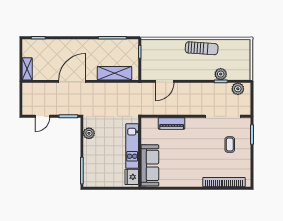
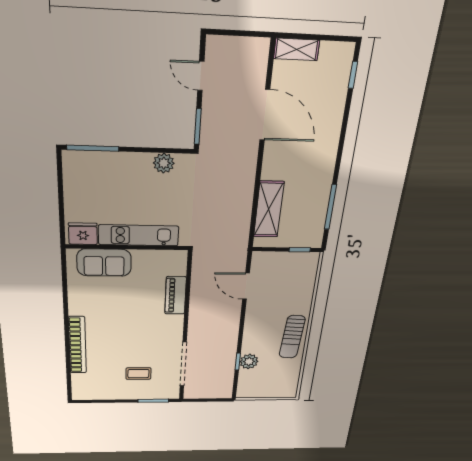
door: (72, 81) -> (265, 115), moved
plant: (238, 89) -> (224, 383), removed
sofa: (150, 165) -> (104, 263), width x0.73
bookcase: (224, 182) -> (77, 345), moved

